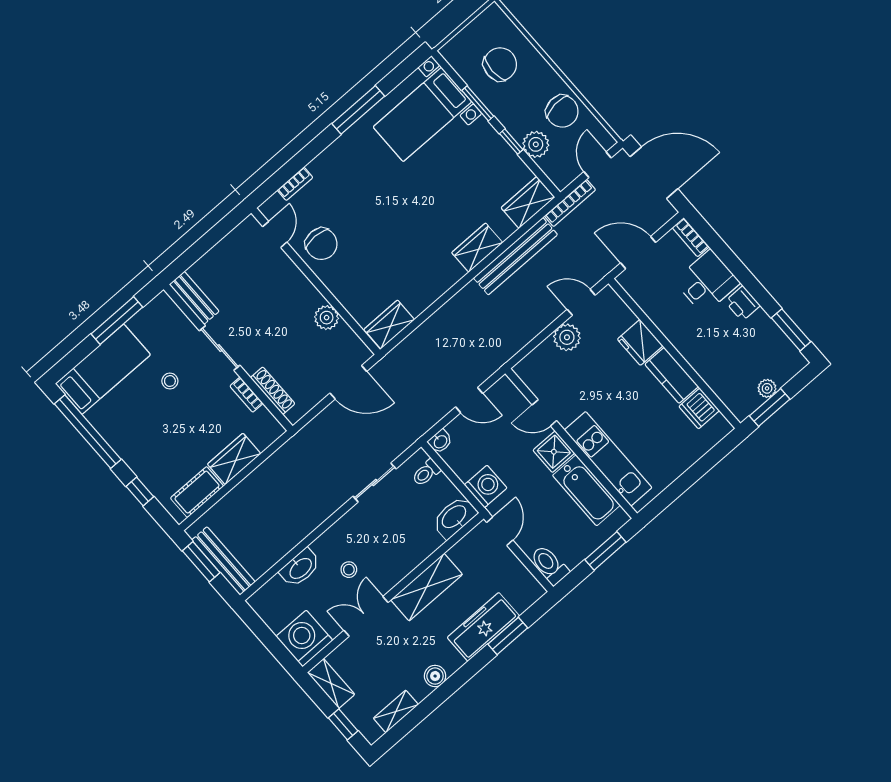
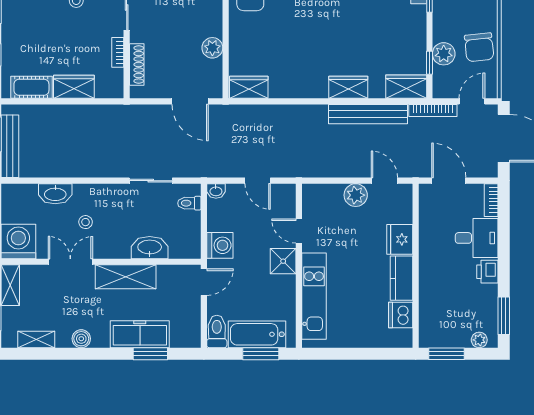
window: (511, 142) -> (429, 63), moved
plant: (767, 388) -> (479, 340), moved
bathtub: (586, 490) -> (257, 334), moved, turned 90
washbasin: (454, 517) -> (150, 248), moved

